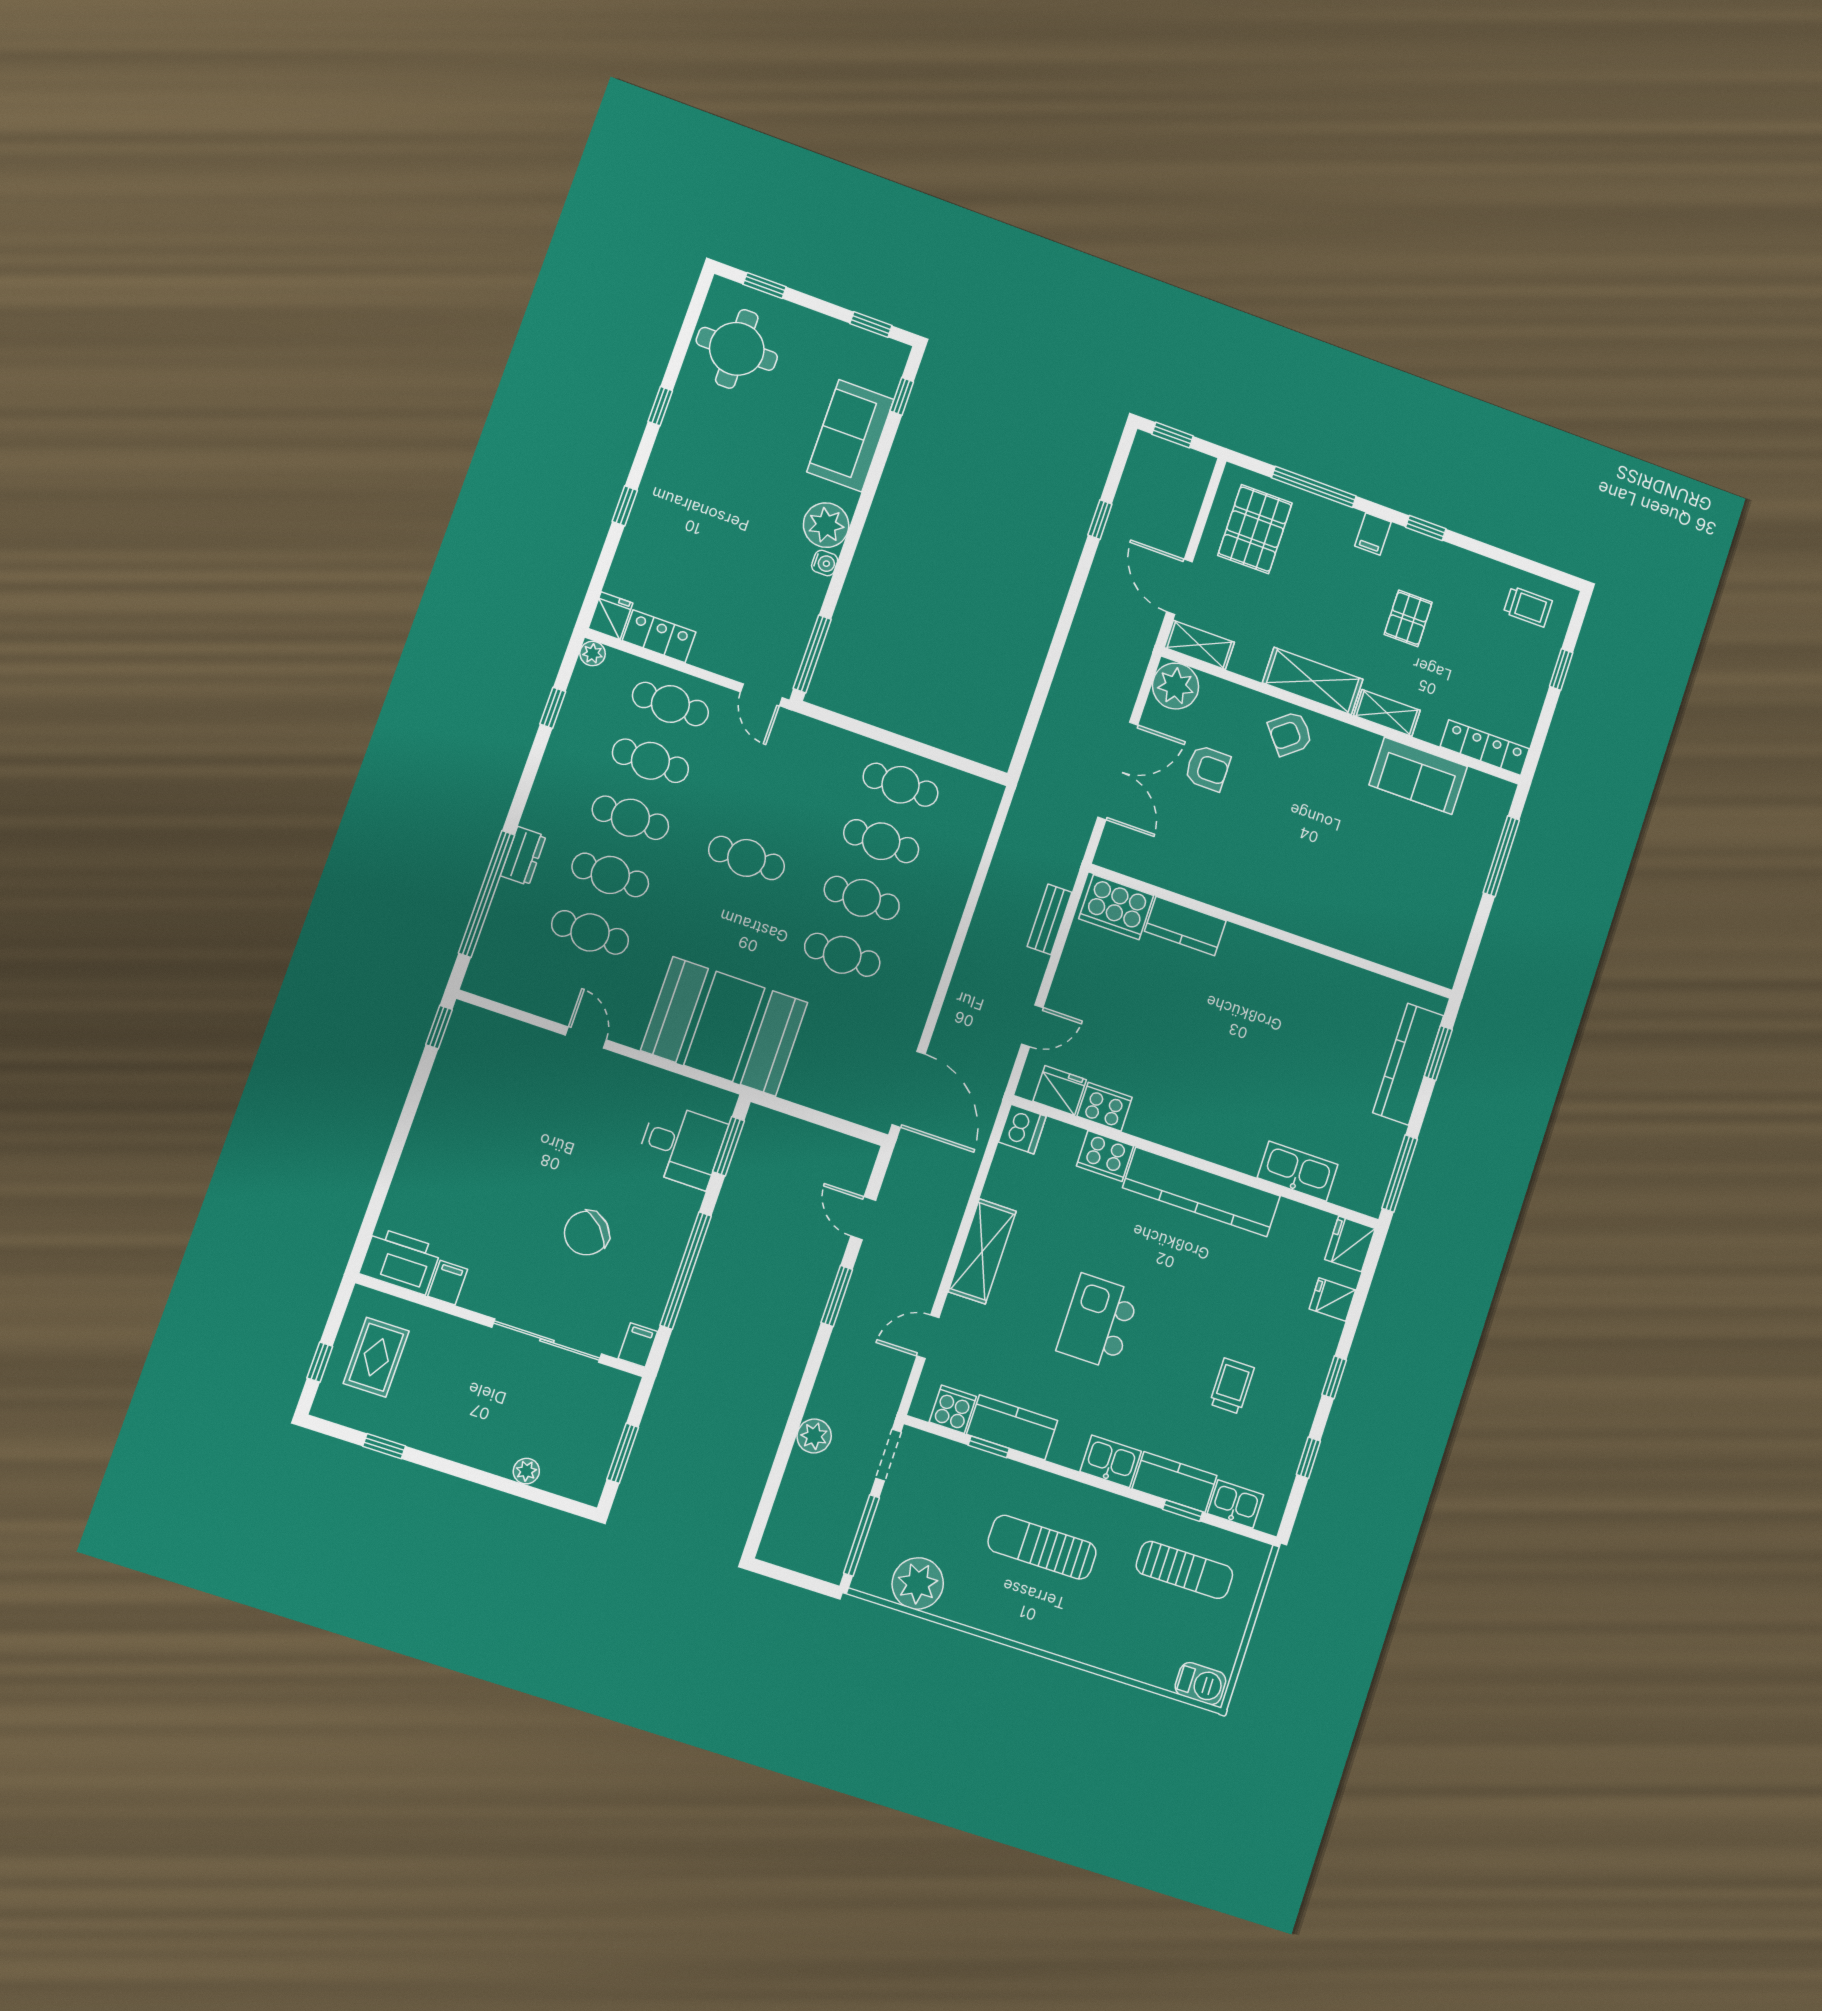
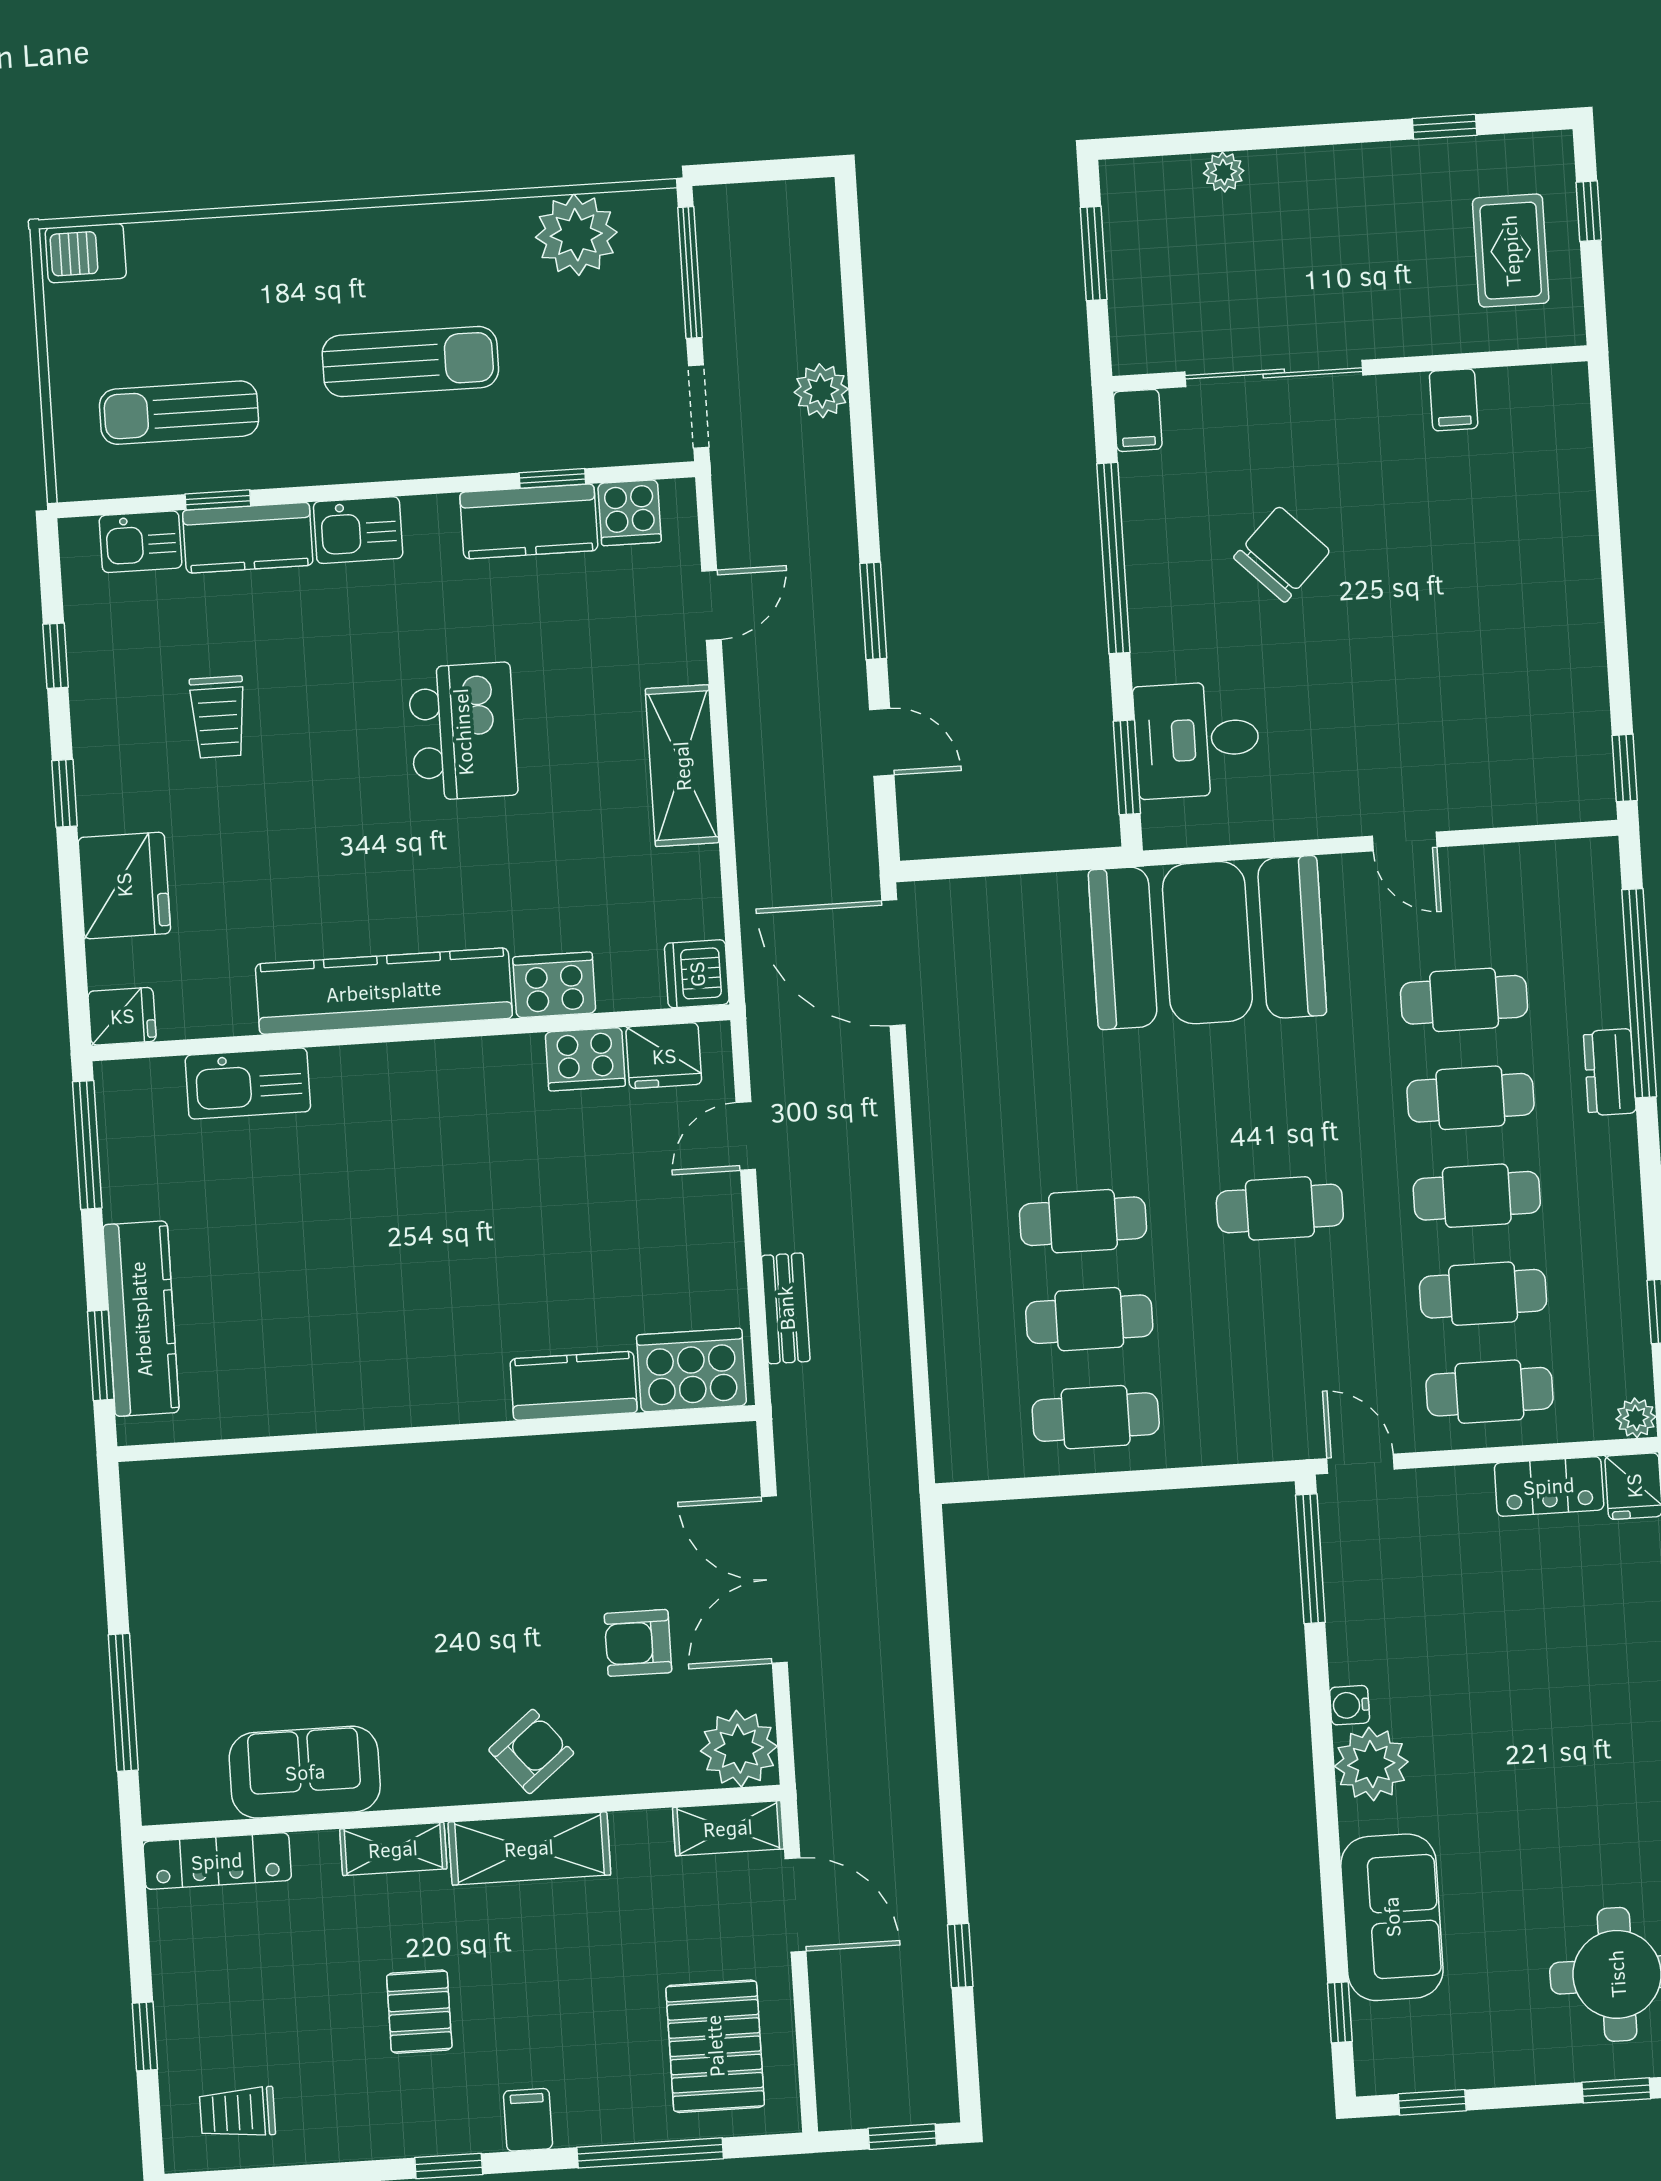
cafe table: (842, 955) -> (1077, 1123), removed
fridge: (1350, 1244) -> (122, 1016), width x0.72
printer: (400, 1261) -> (1536, 404), removed
fridge: (1332, 1300) -> (124, 885), width x1.88, depth x1.34

